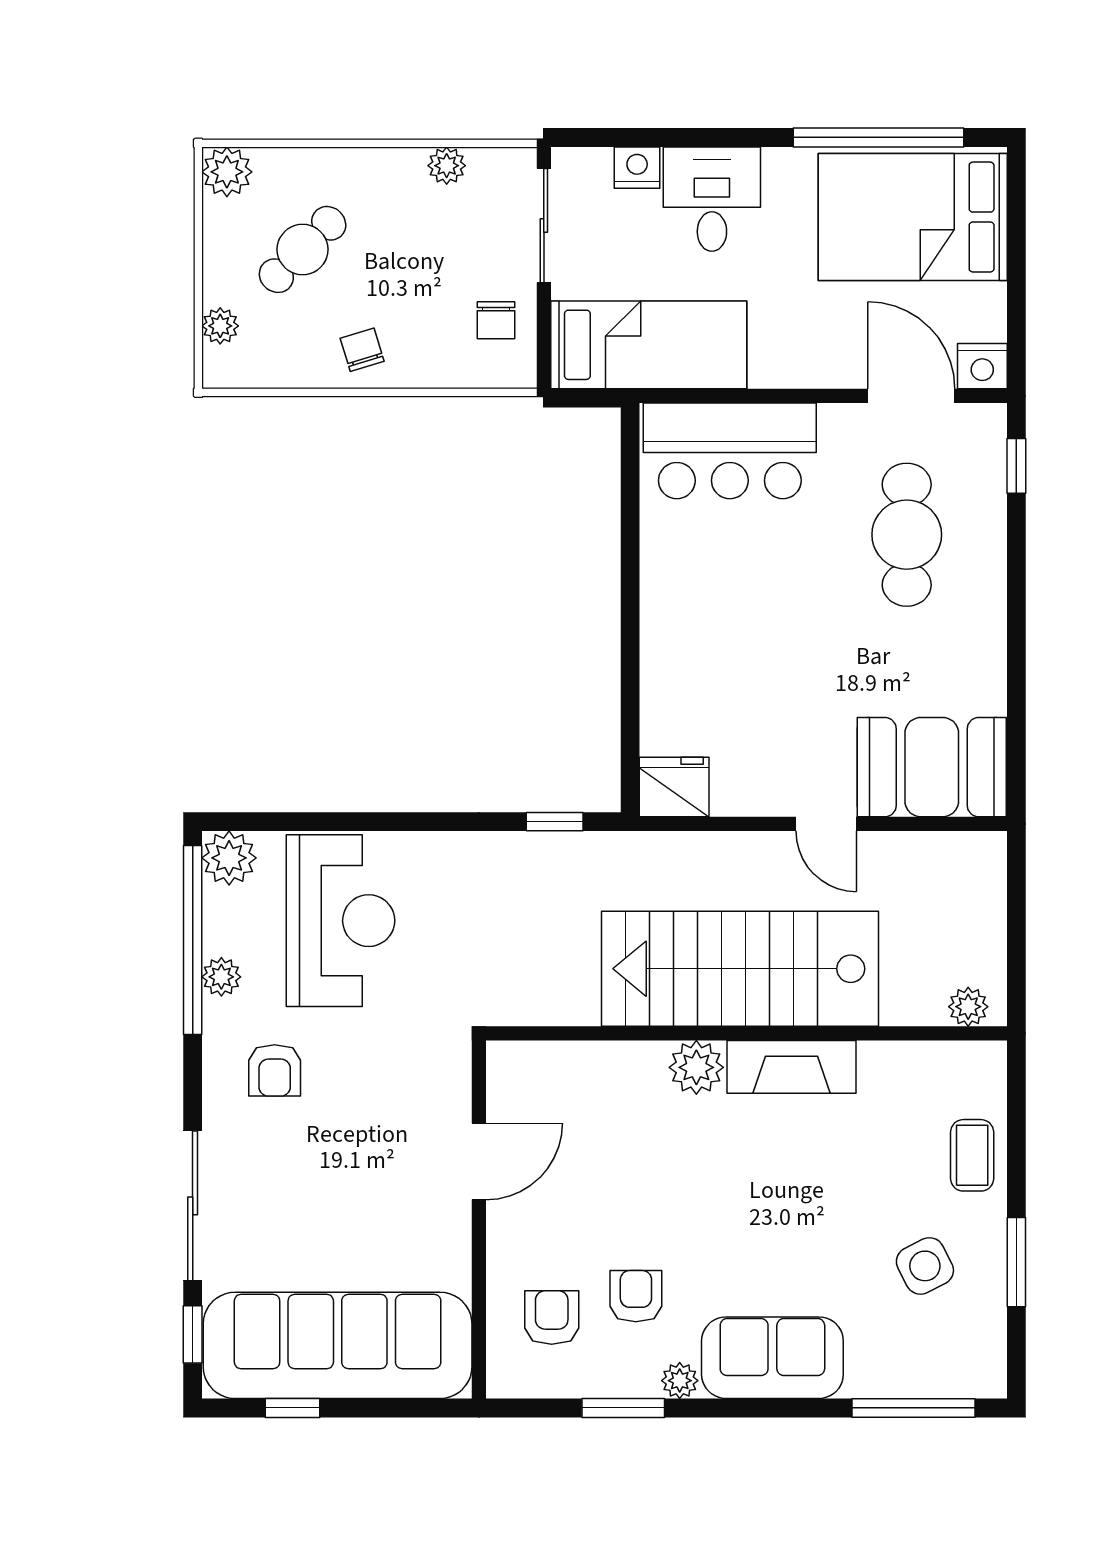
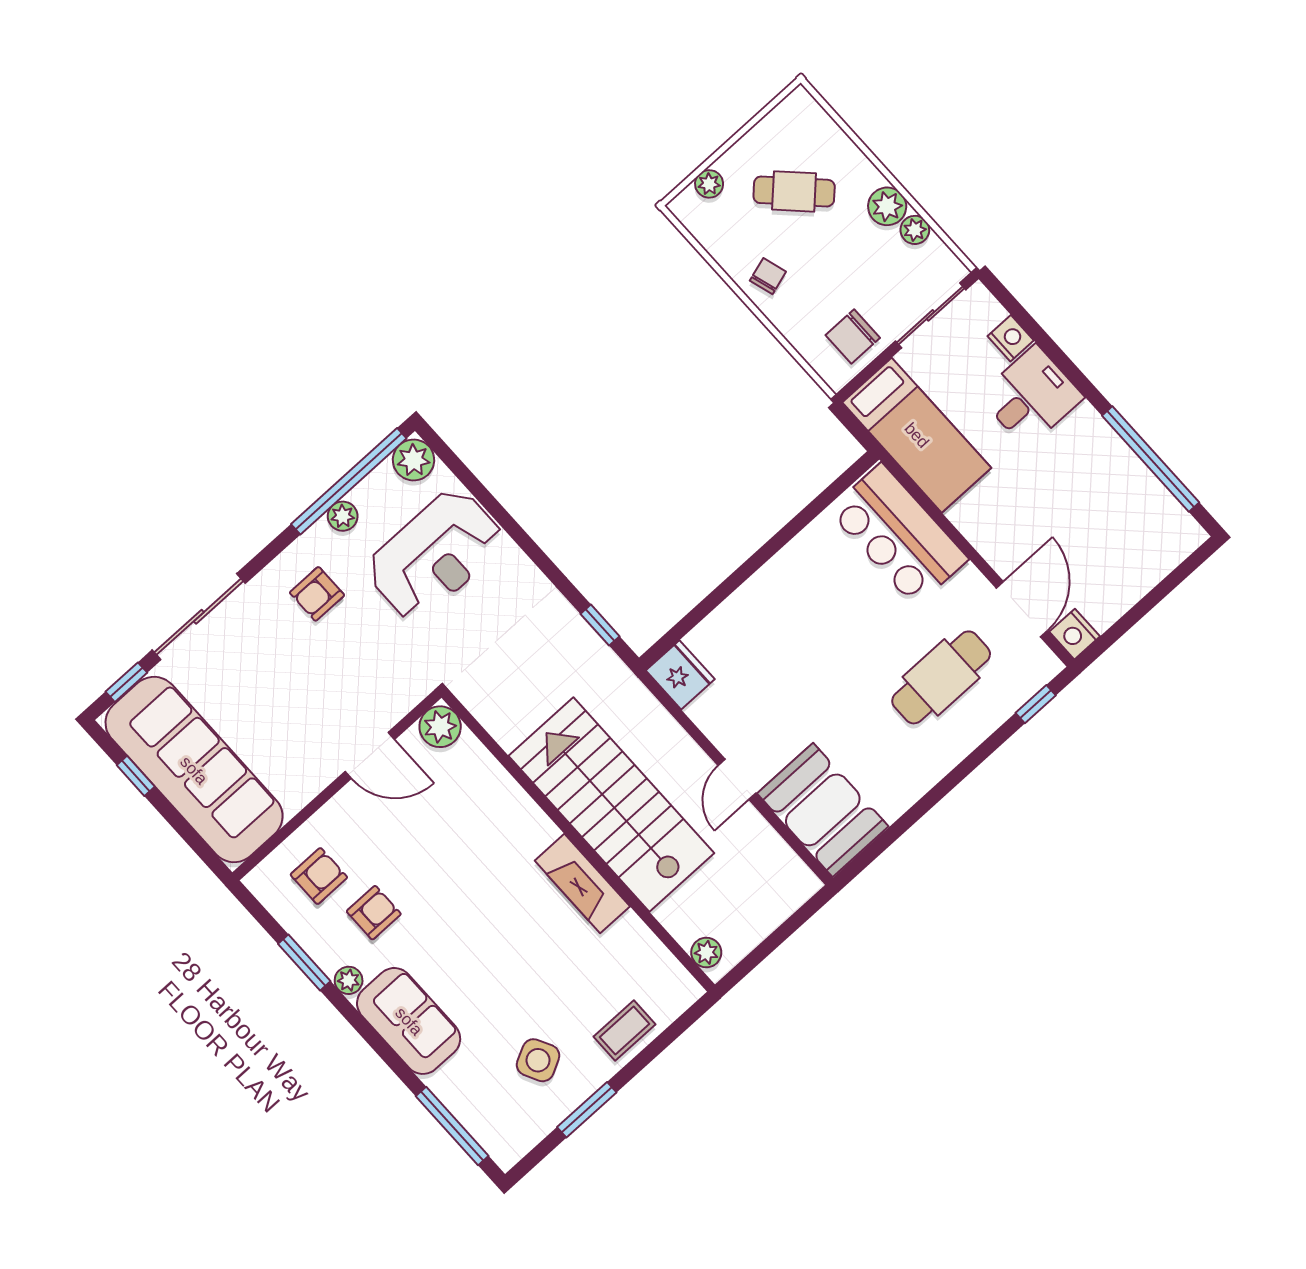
plant: (227, 172) -> (887, 206), moved
bed: (913, 217) -> (1123, 519), removed
chair: (496, 320) -> (853, 337), width x1.37, depth x1.37
plant: (696, 1067) -> (440, 727), moved

